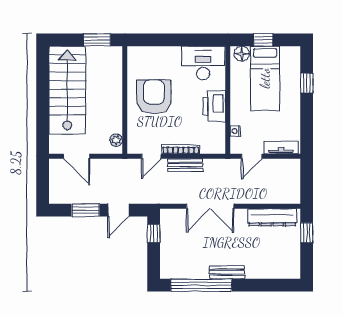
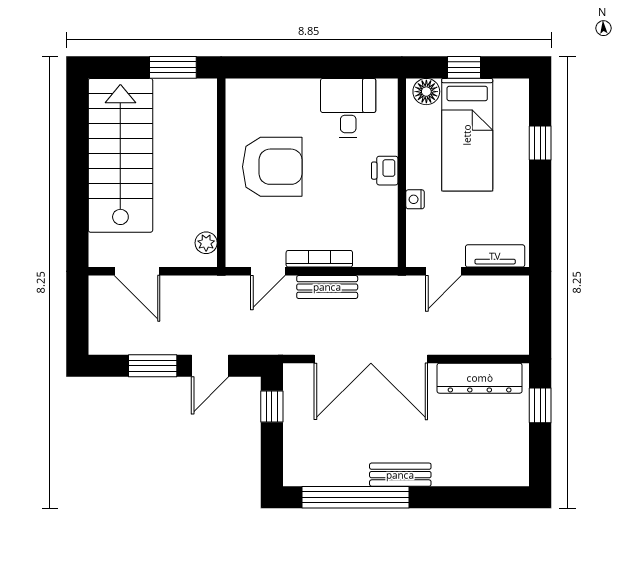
desk: (203, 63) -> (348, 108), width x0.73
armchair: (154, 97) -> (272, 167), turned 90
printer: (214, 106) -> (385, 171), width x0.53, depth x0.68
nightstand: (235, 131) -> (415, 199), moved
double door: (210, 206) -> (371, 359), width x1.36

